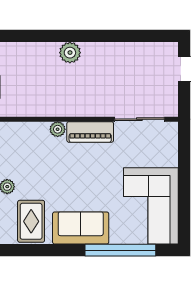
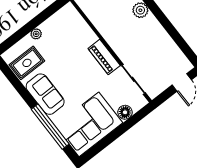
plant: (58, 129) -> (91, 37), removed
floor lamp: (168, 156) -> (125, 112), added

